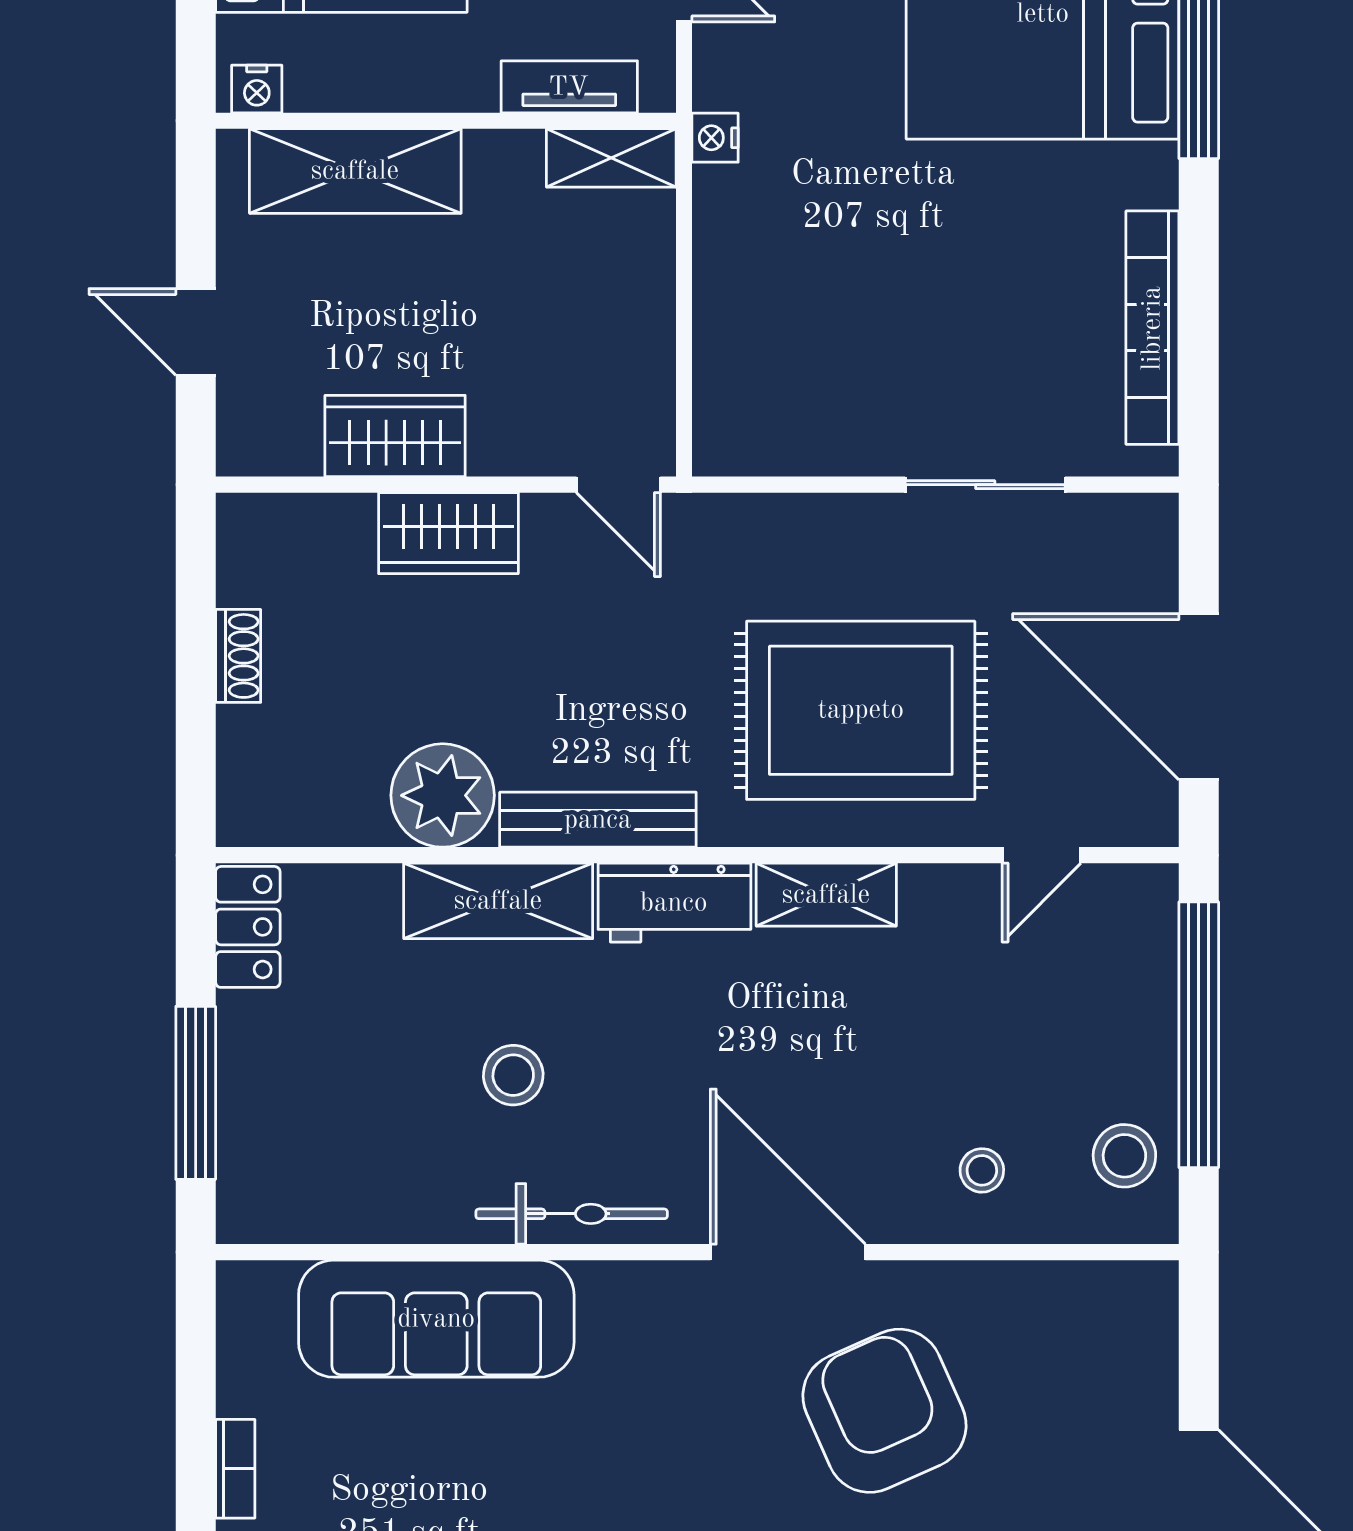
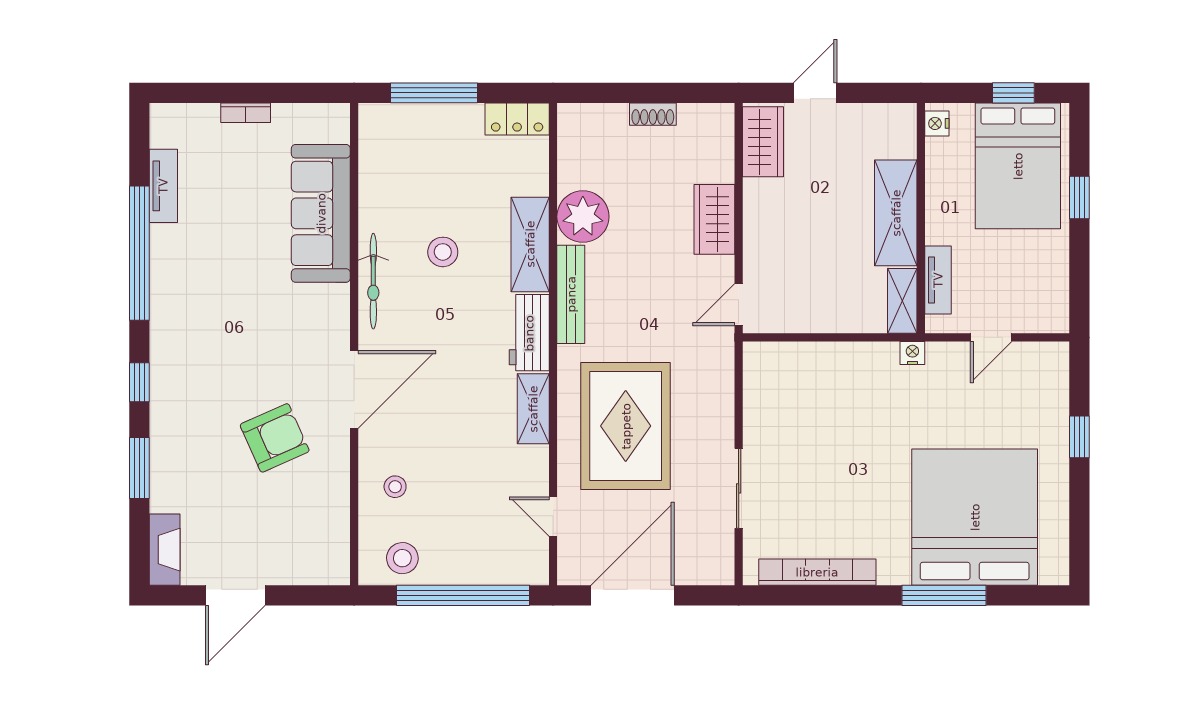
shelving: (355, 171) -> (896, 213), moved
wardrobe: (395, 436) -> (763, 142), moved
armchair: (884, 1411) -> (275, 438), width x0.73, depth x0.73

